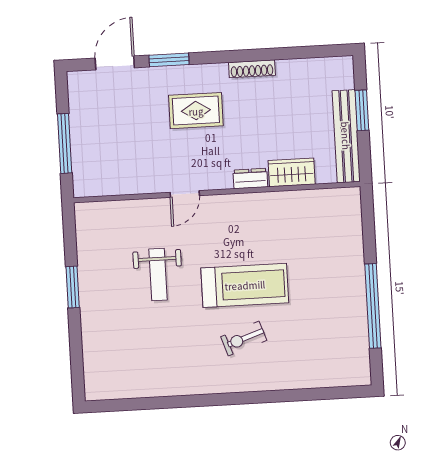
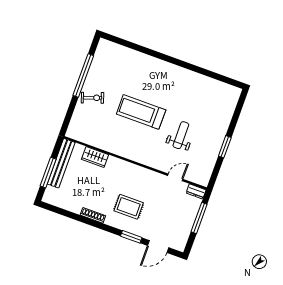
window: (362, 110) -> (48, 173), width x1.44
dresser: (250, 179) -> (196, 191), moved
door: (185, 194) -> (175, 177), moved
exercise bike: (244, 339) -> (93, 98), moved

